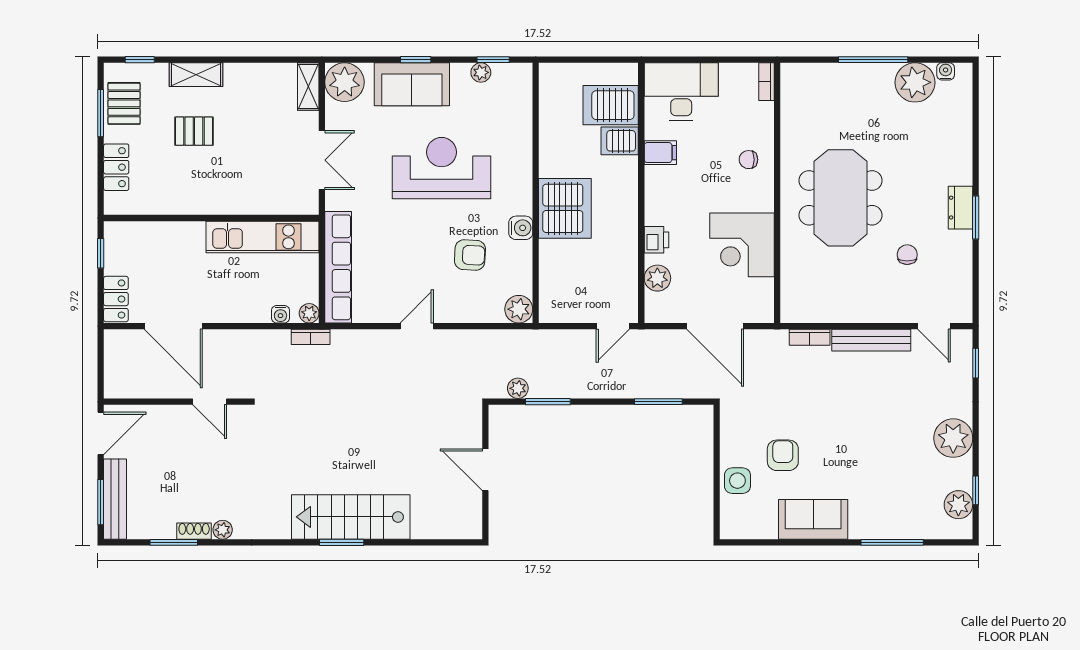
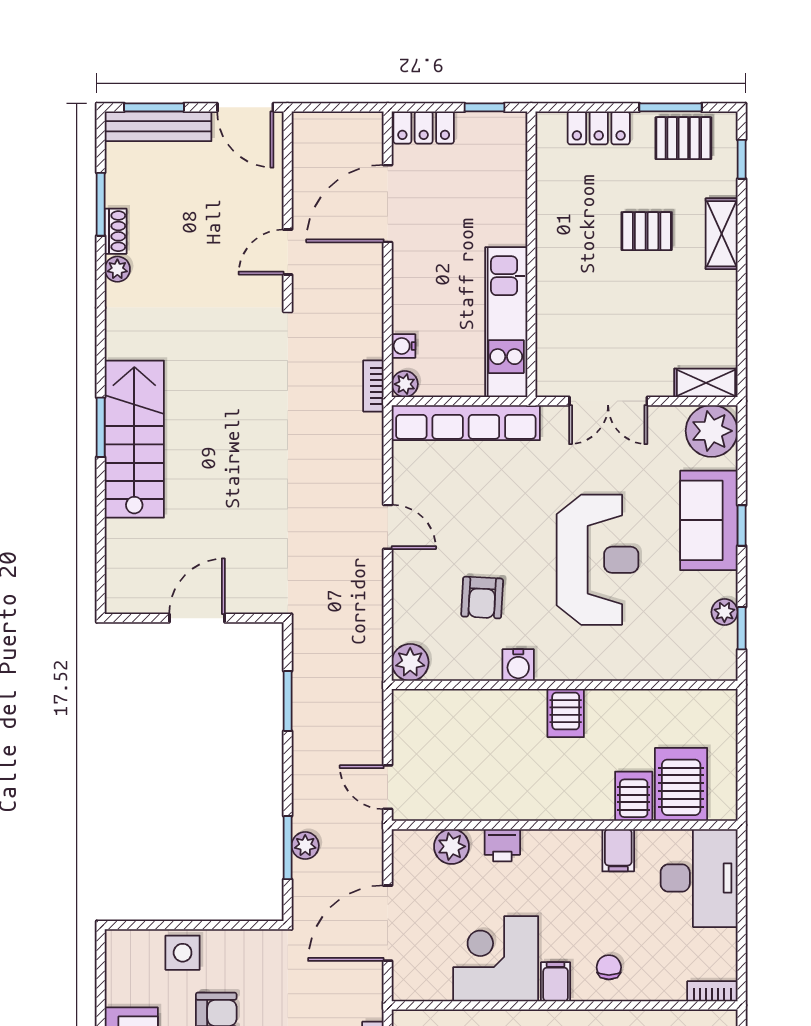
pallet: (194, 131) -> (647, 231), turned 90
filing cabinet: (759, 200) -> (556, 982), added
server rack: (565, 208) -> (566, 713), width x0.46, depth x0.70
plant: (518, 388) -> (305, 846), moved

